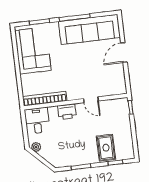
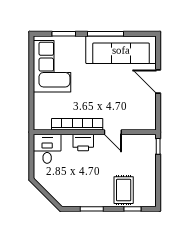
door: (124, 52) -> (158, 81), hinge flipped
bookcase: (45, 99) -> (77, 124), moved
plant: (36, 147) -> (42, 179), removed

